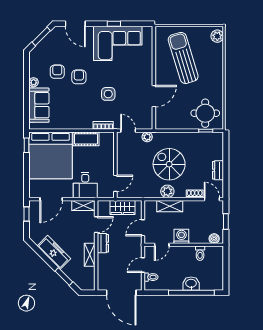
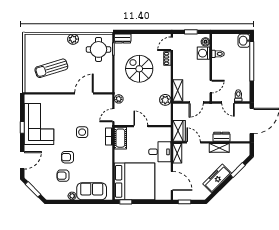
plant: (217, 36) -> (73, 39), moved
sun lounger: (183, 58) -> (51, 68), width x0.73, depth x0.75
door: (154, 96) -> (84, 93), hinge flipped
cot: (86, 139) -> (120, 138), moved
spiral stairs: (169, 164) -> (139, 69), moved, turned 90
dresser: (218, 170) -> (123, 39), moved
door: (115, 183) -> (141, 126), moved
plant: (167, 191) -> (165, 100), moved
shelving: (170, 206) -> (178, 91), moved
wardrobe: (122, 207) -> (179, 131), moved
door: (143, 228) -> (196, 103), hinge flipped
washing machine: (181, 236) -> (204, 53), moved
dresser: (103, 243) -> (221, 137), moved
door: (162, 245) -> (211, 87), hinge flipped
washbasin: (191, 284) -> (244, 41), moved

